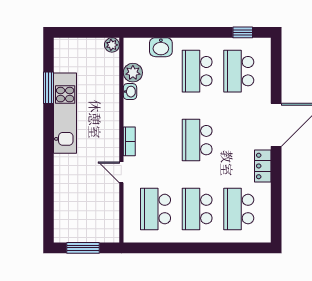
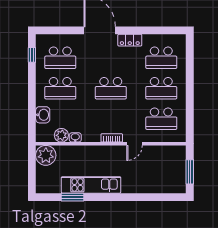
plant: (112, 45) -> (46, 155), width x1.88, depth x1.88

